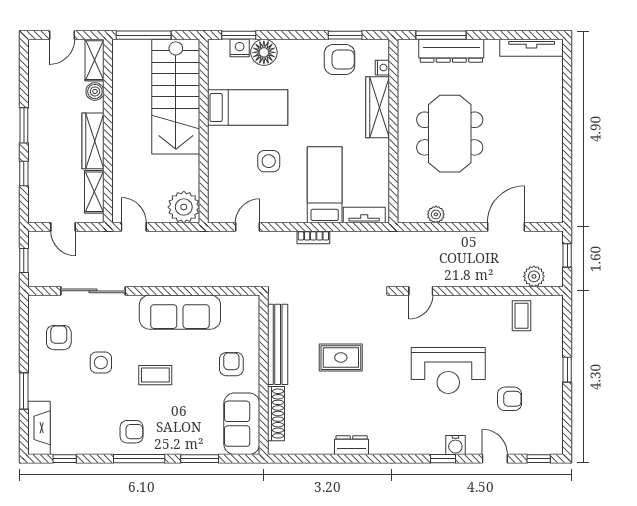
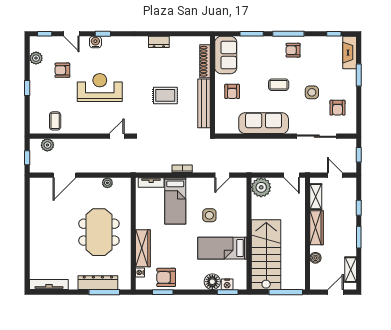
shelving: (94, 60) -> (351, 270), moved
plant: (553, 419) -> (36, 58), added

